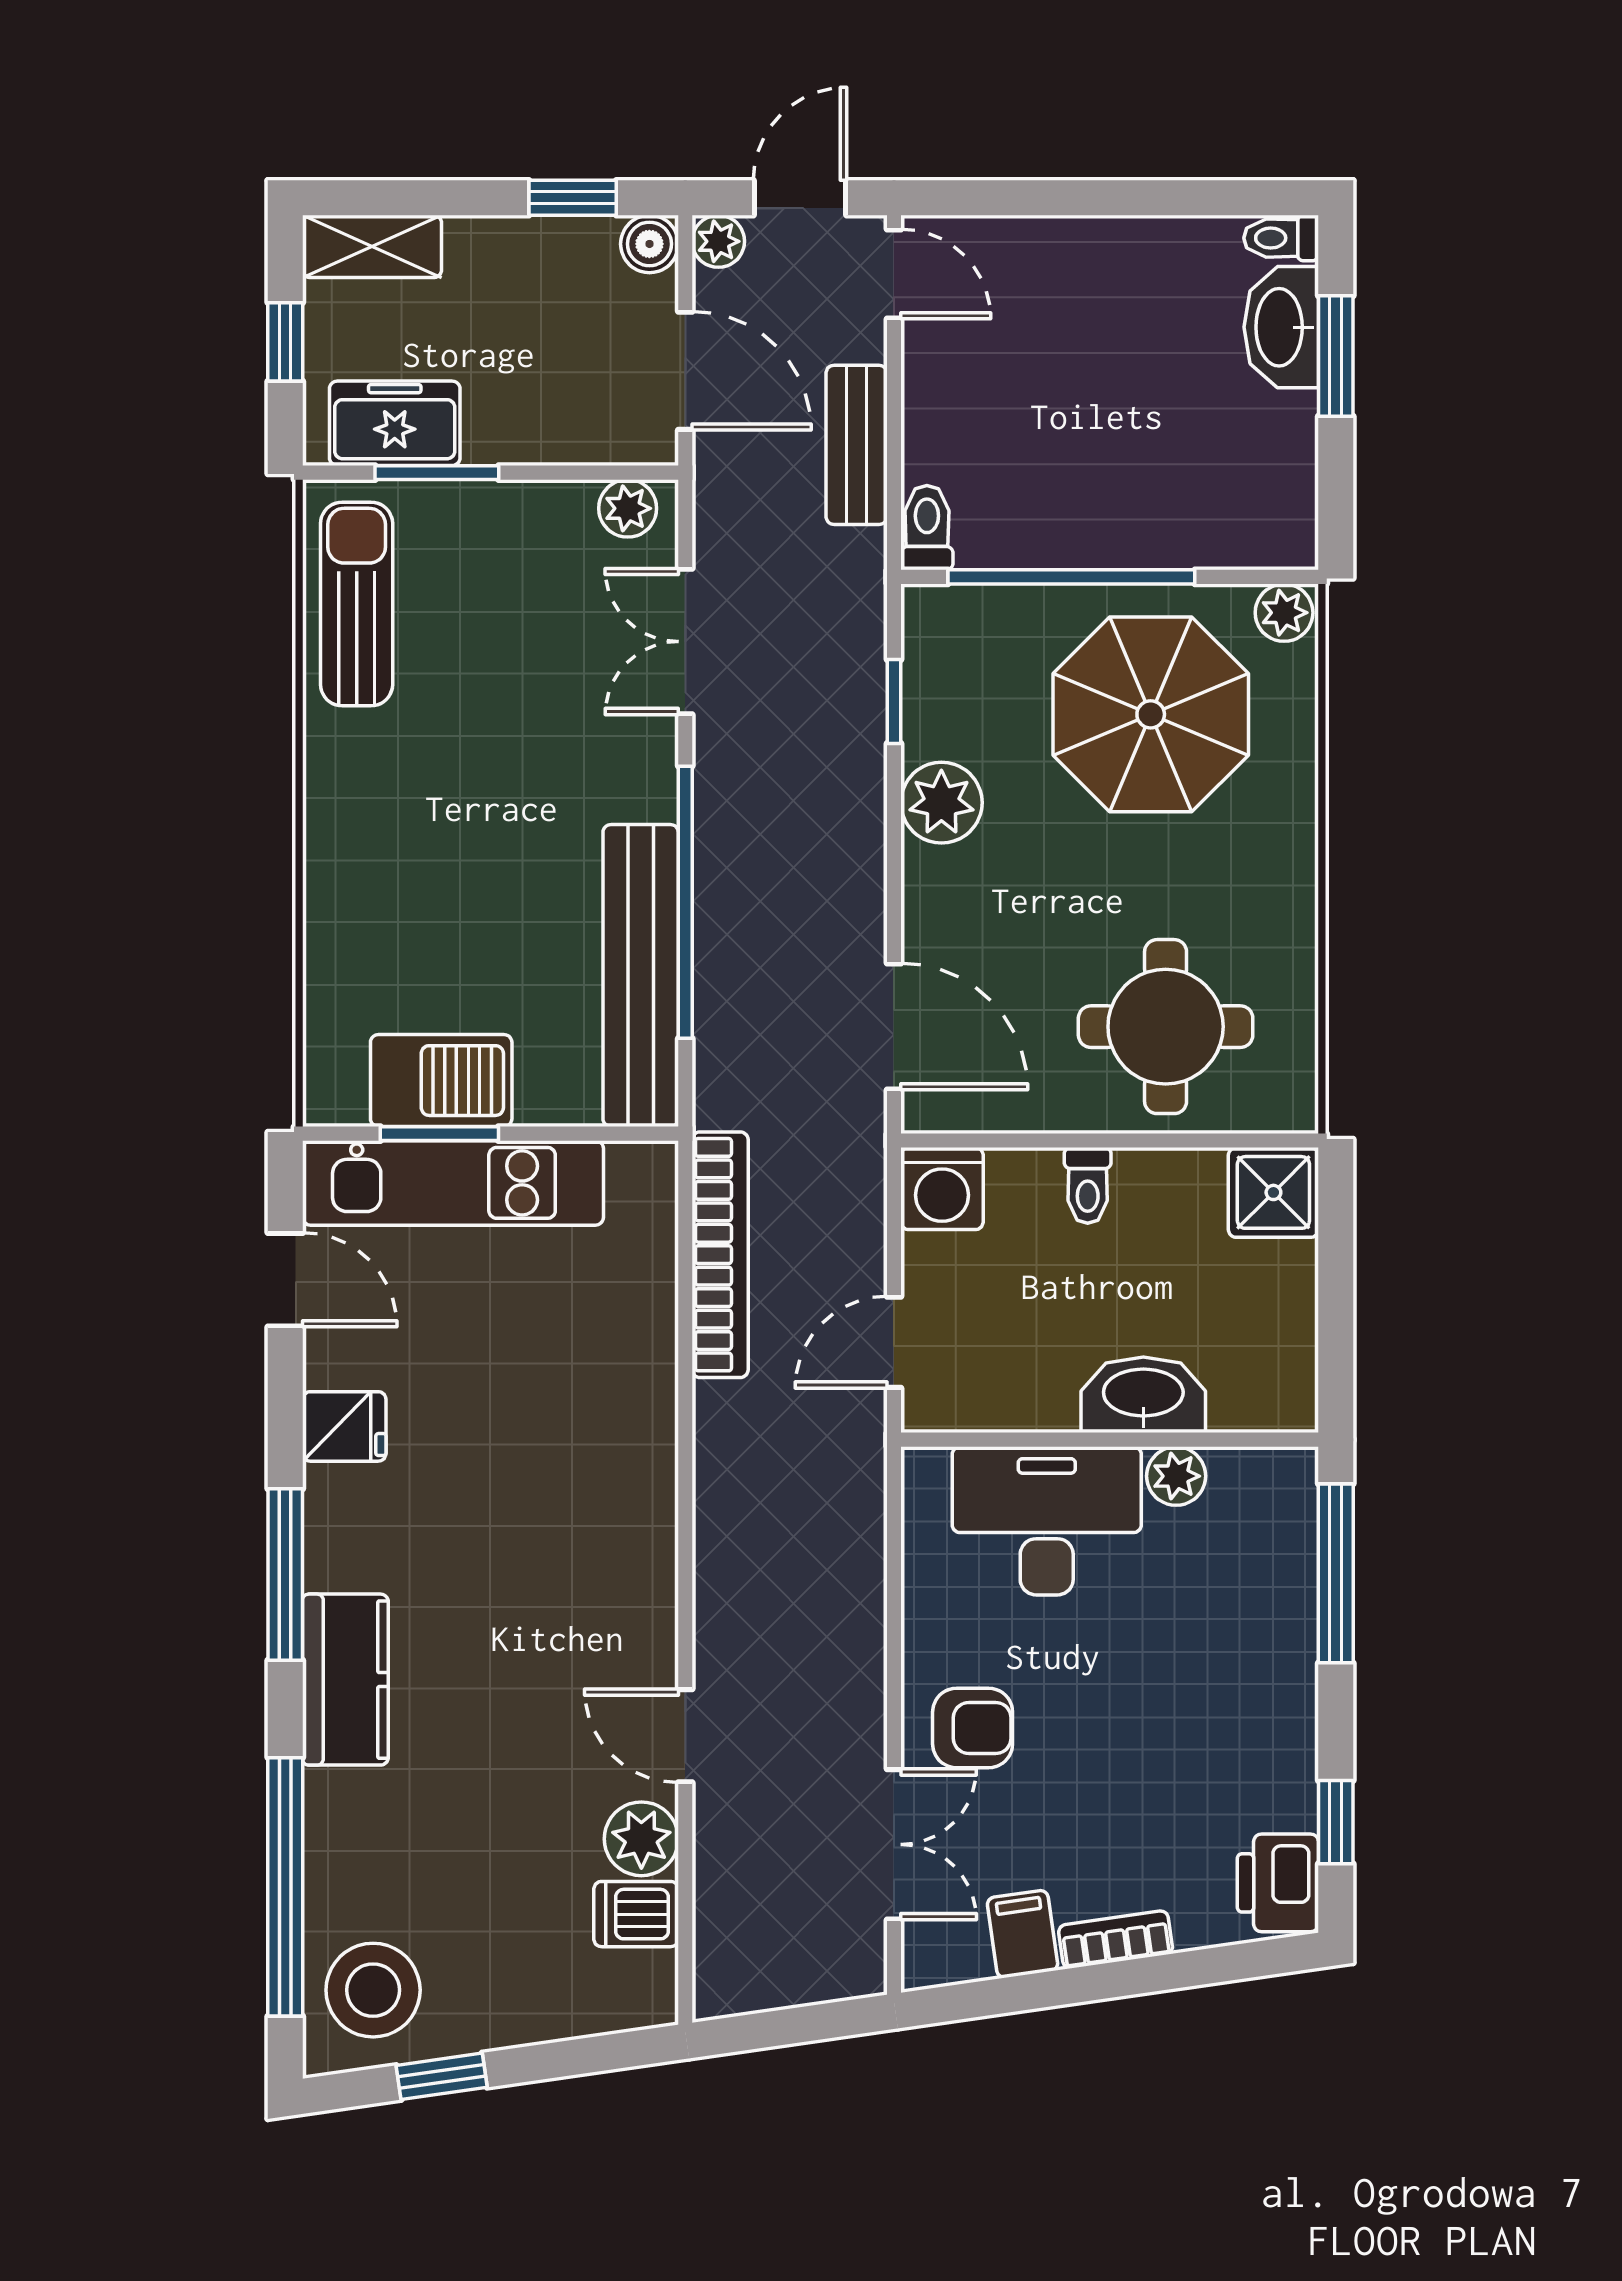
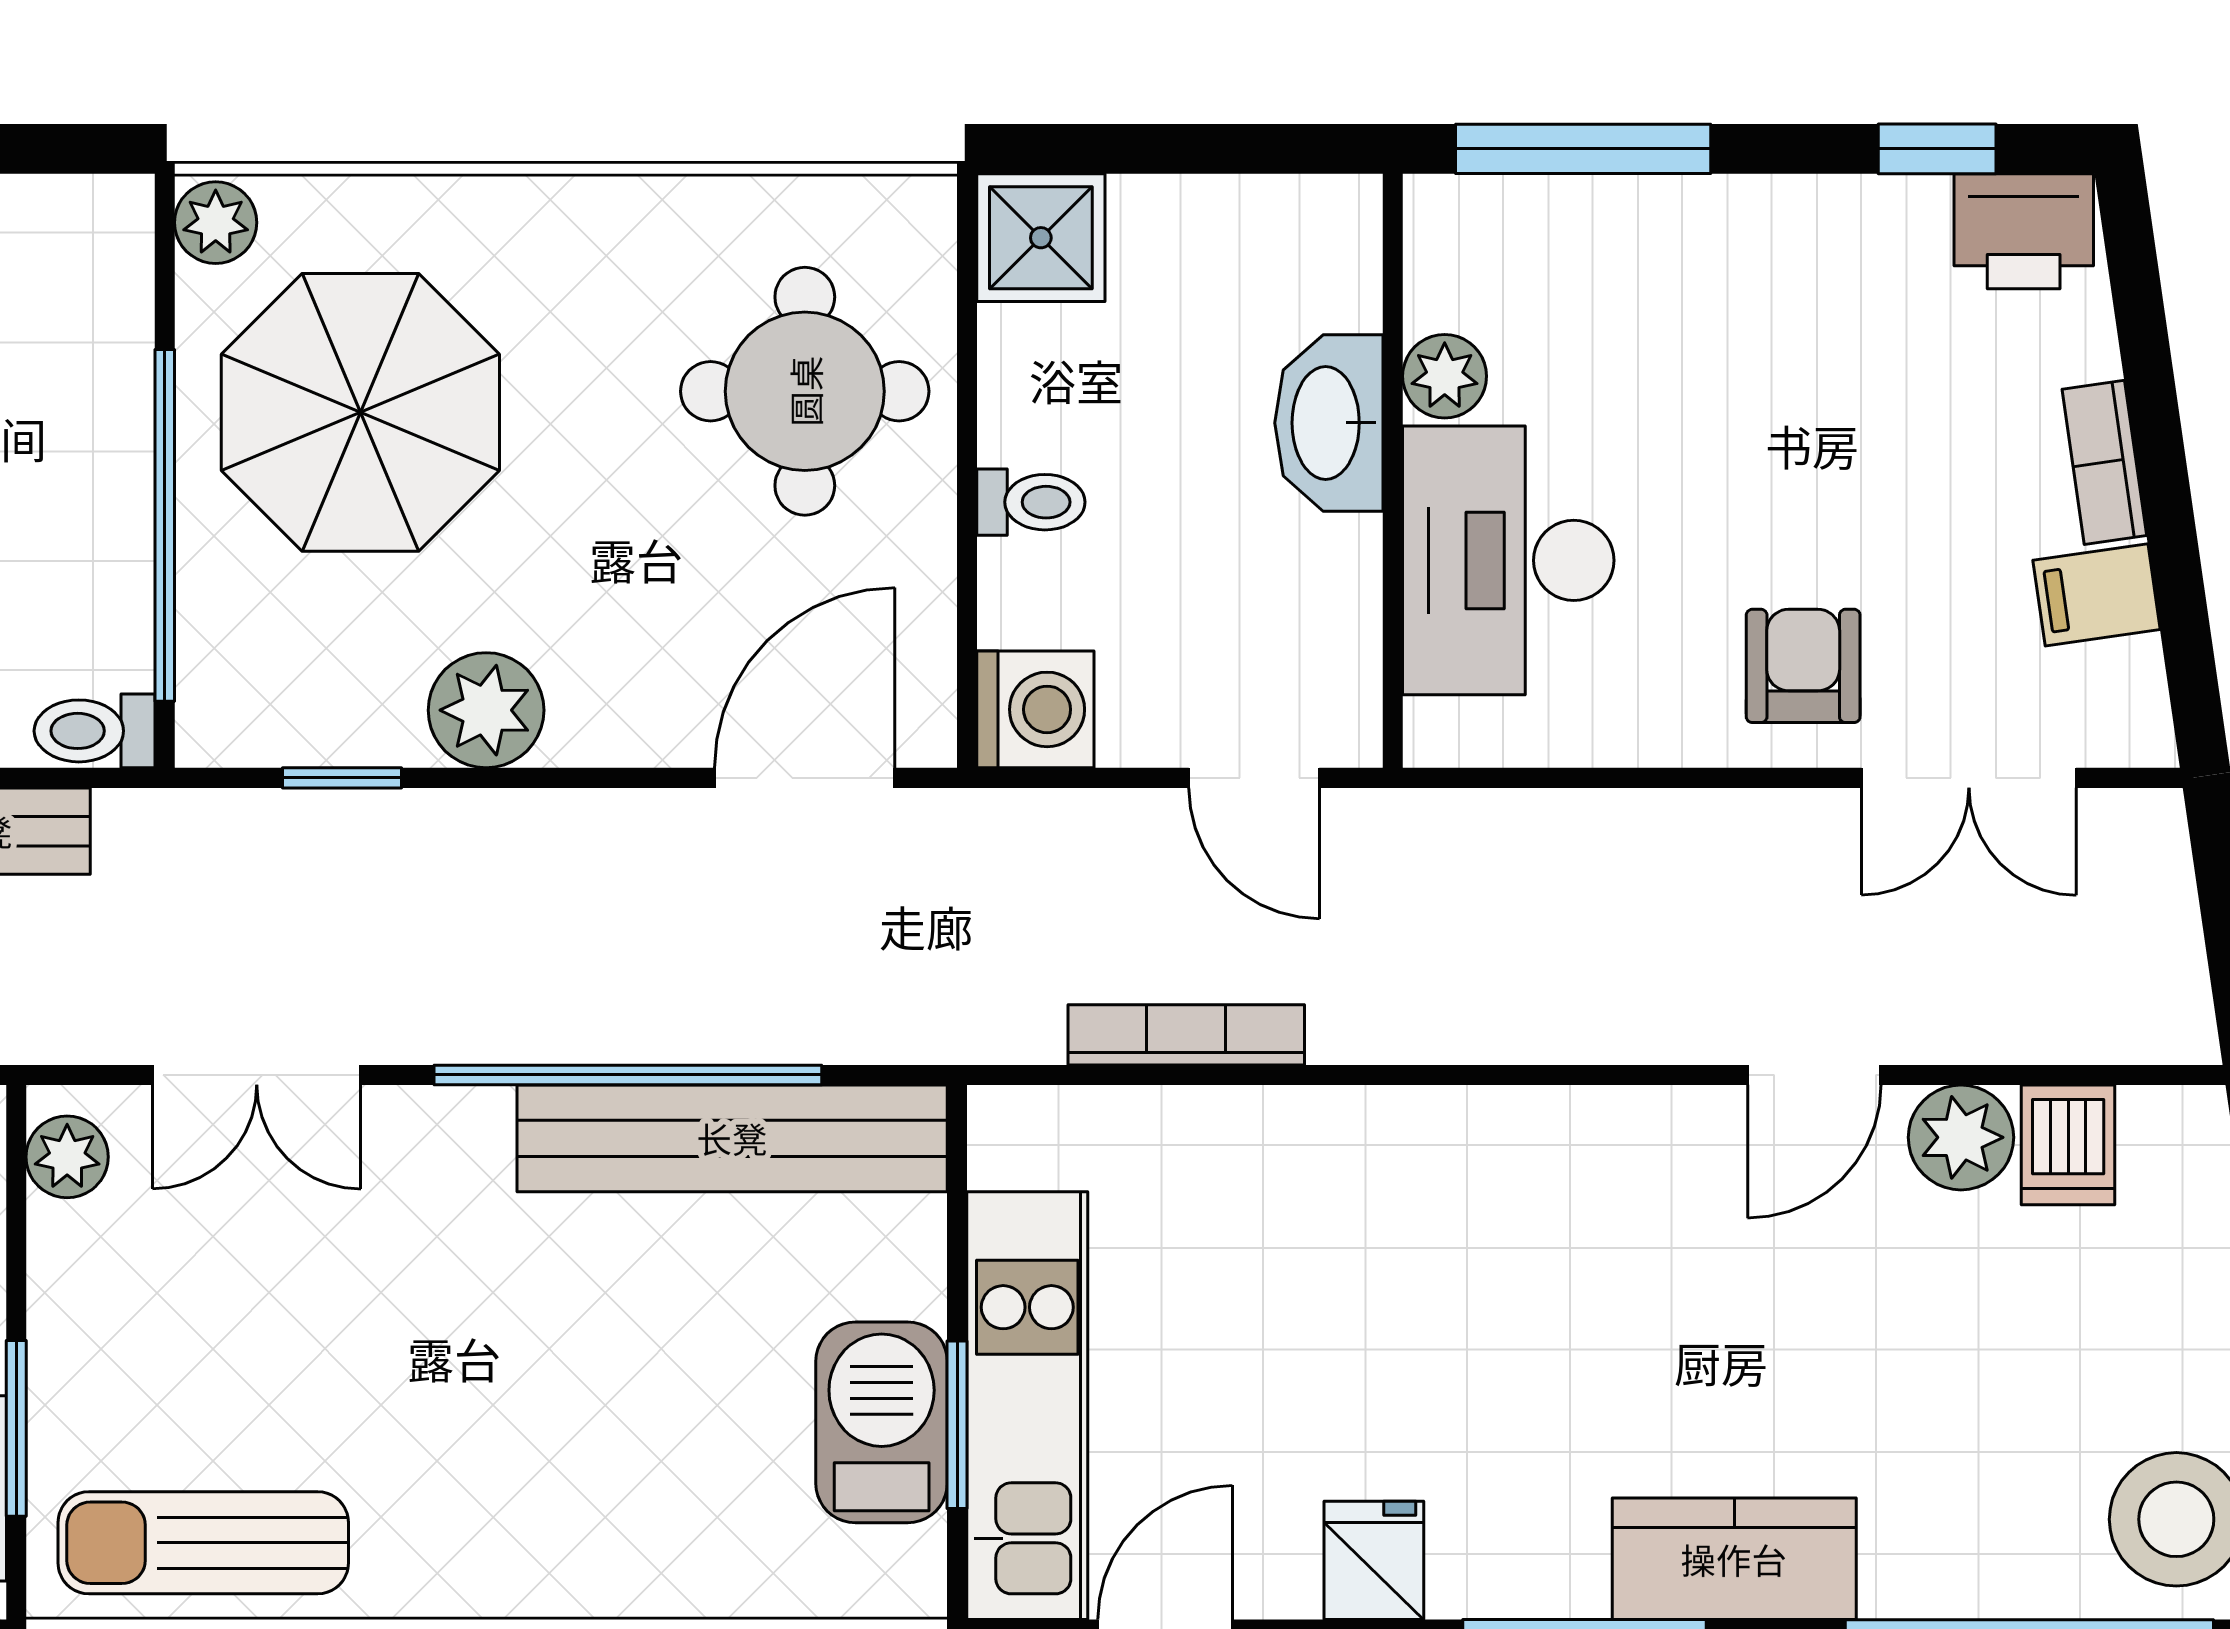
bookcase: (720, 1255) -> (1186, 1035), width x0.68, depth x0.76
double door: (894, 1844) -> (1969, 778), swing flipped

